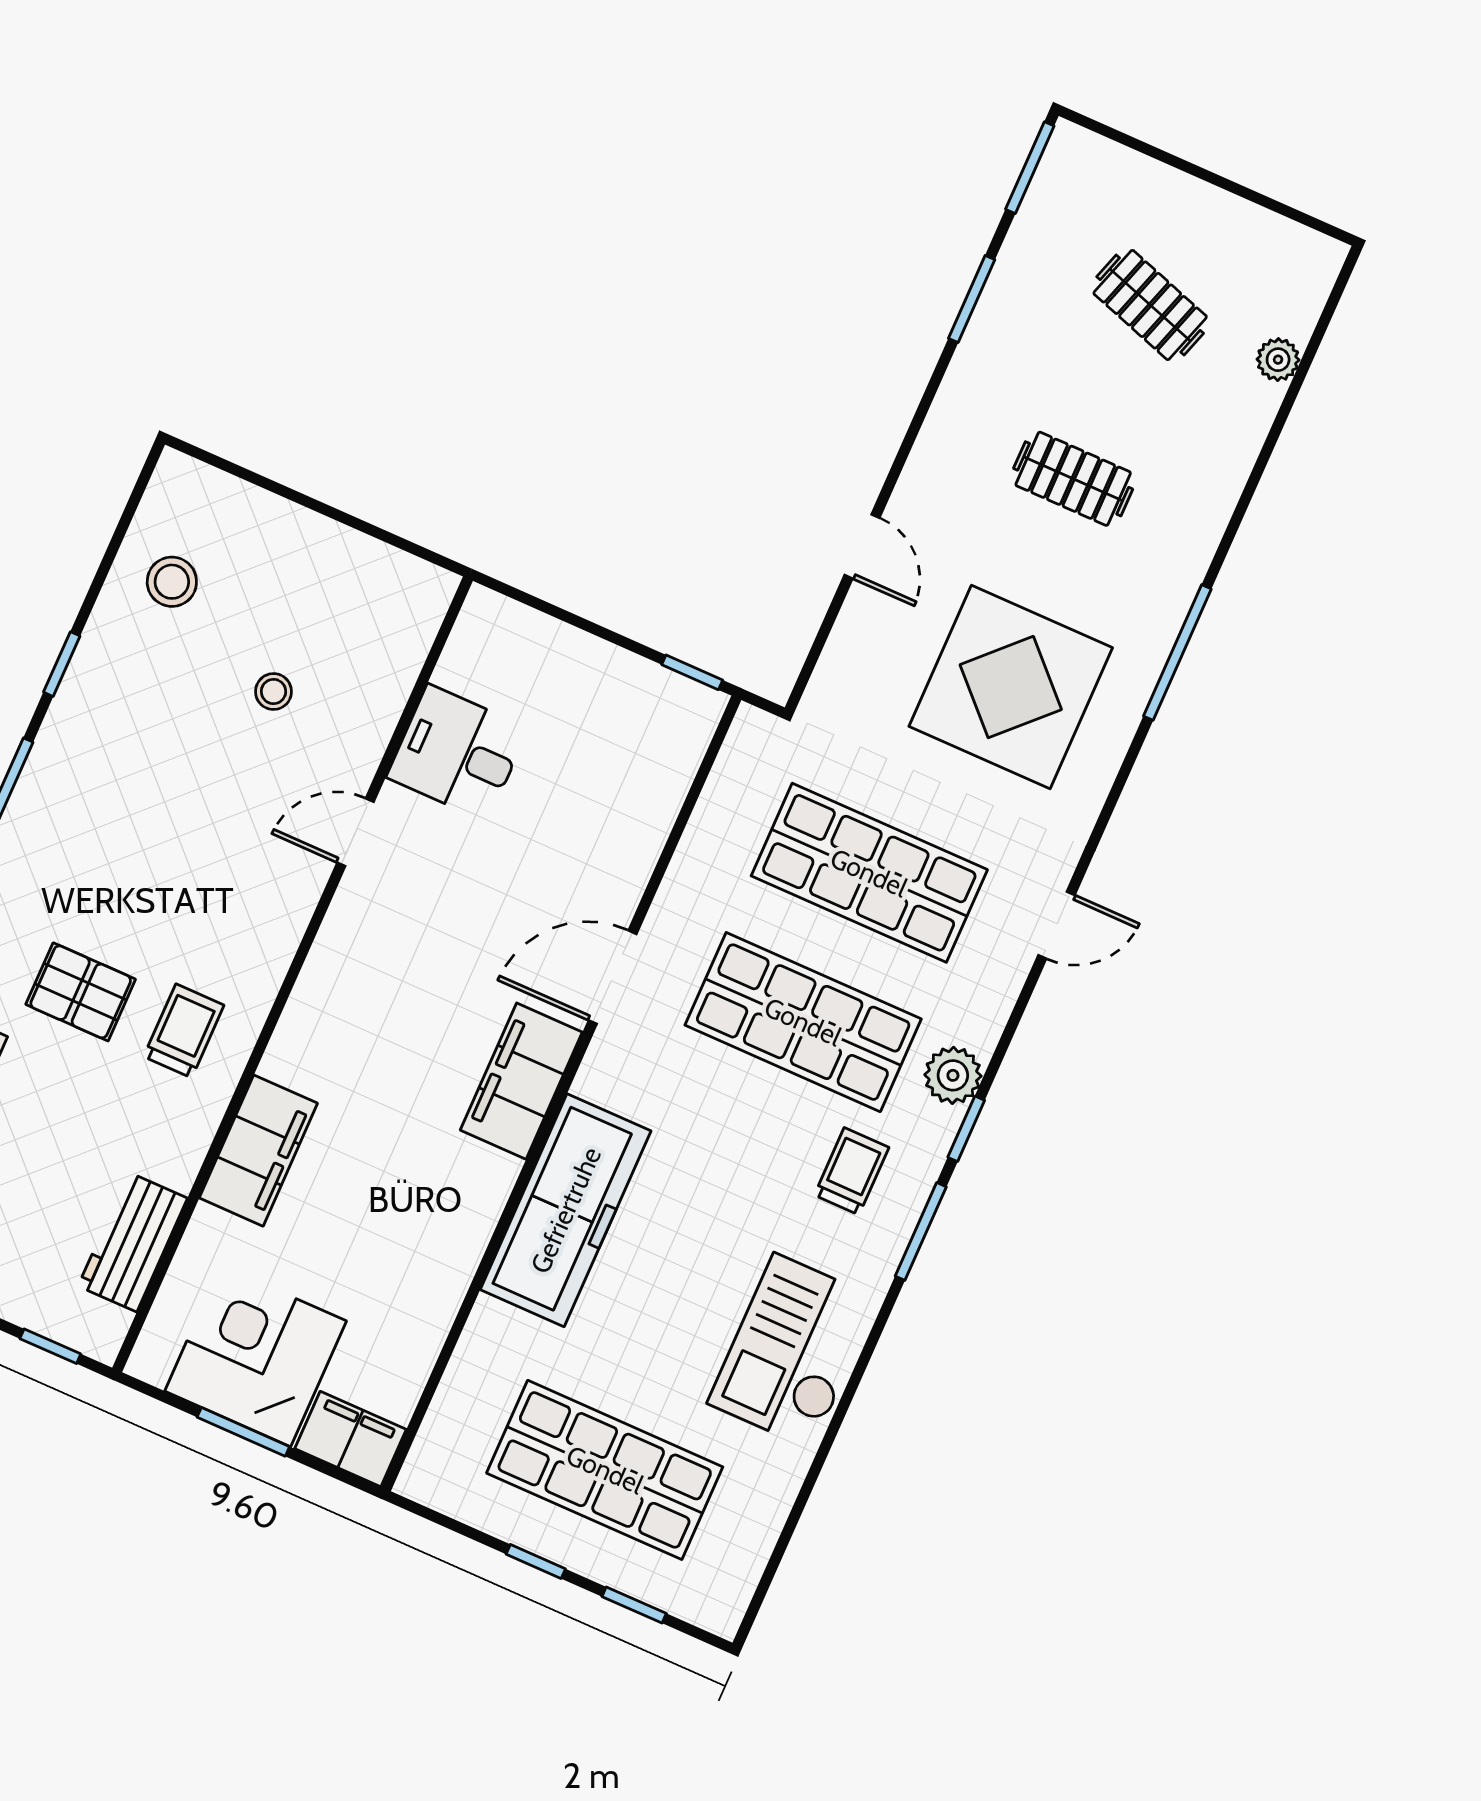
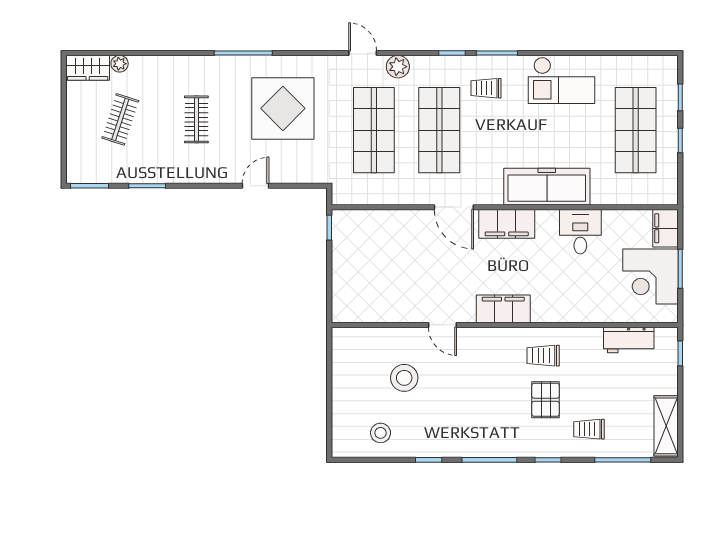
wardrobe: (1301, 283) -> (88, 68), added
stool: (273, 692) -> (404, 378), width x1.89, depth x1.89
desk: (457, 753) -> (580, 232), moved, turned 180
plant: (953, 1075) -> (398, 67), moved
filing cabinet: (258, 1151) -> (503, 309), moved

